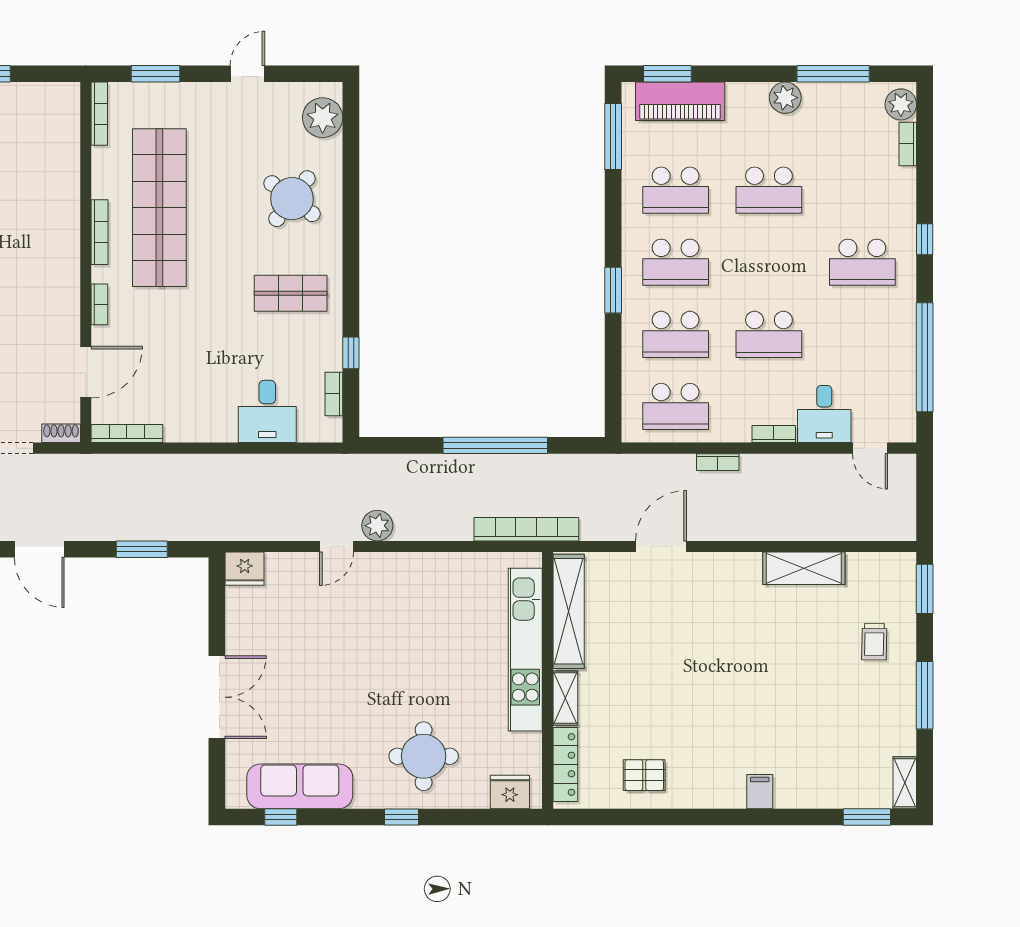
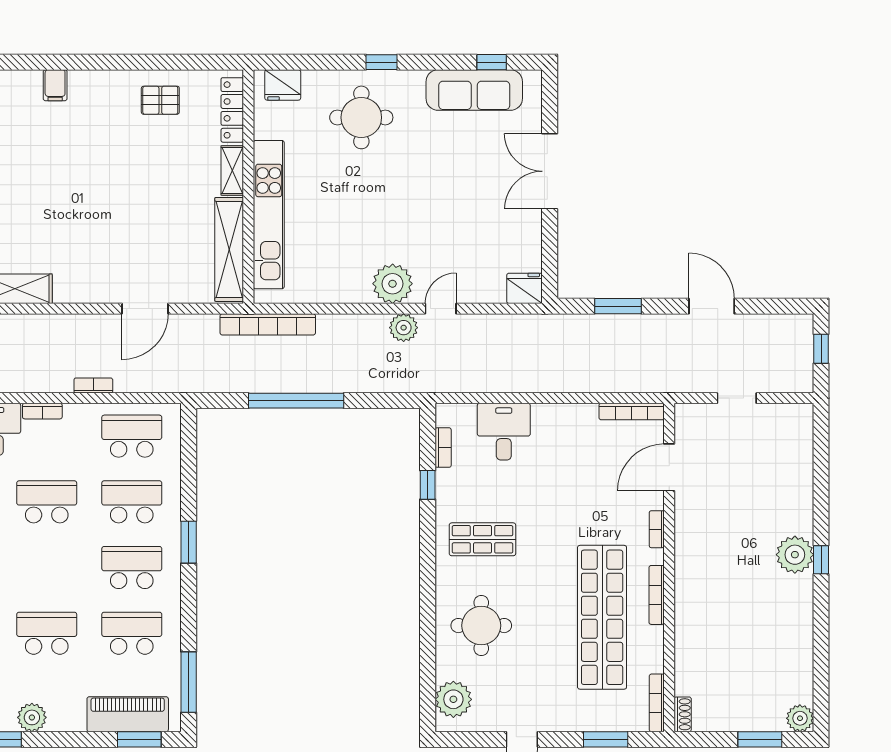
round table: (292, 199) -> (481, 626), turned -37
shoe rack: (61, 433) -> (683, 714), moved, turned -90
plant: (389, 574) -> (393, 284), added

